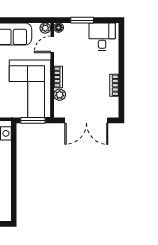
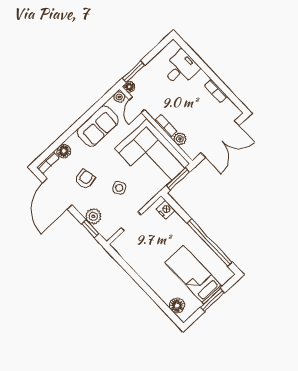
window: (82, 20) -> (133, 72), moved
desk: (102, 37) -> (181, 68), moved, turned 90
window: (14, 183) -> (210, 242), added

